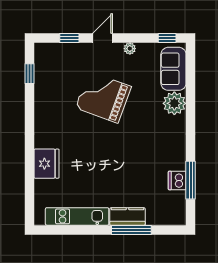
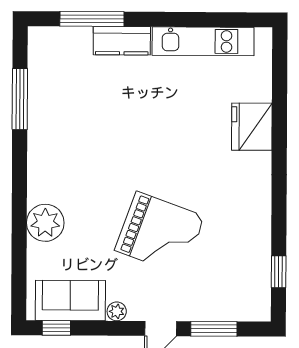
window: (69, 38) -> (214, 329), width x1.50
sofa: (173, 69) -> (70, 300), moved, turned -90
dishwasher: (177, 180) -> (41, 98), removed
window: (131, 230) -> (92, 19), moved

